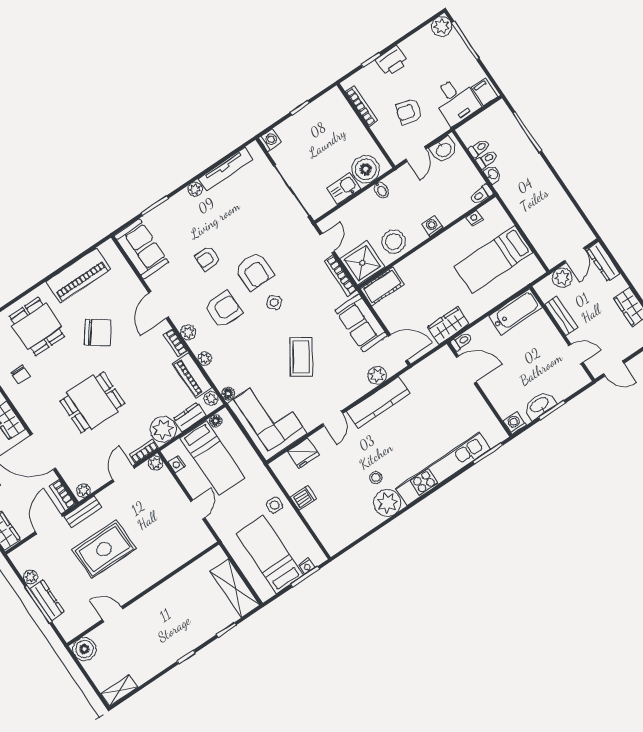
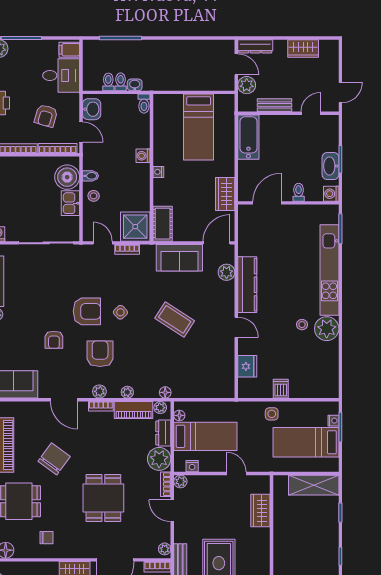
bookcase: (386, 143) -> (58, 148), added
nightstand: (474, 218) -> (158, 172), moved
stool: (394, 242) -> (94, 196), moved, width x0.53, depth x0.53
bookcase: (341, 276) -> (127, 249), width x0.64
toilet: (461, 341) -> (299, 192), moved
corner sofa: (267, 419) -> (203, 376), removed
wardrobe: (178, 555) -> (260, 511), added

